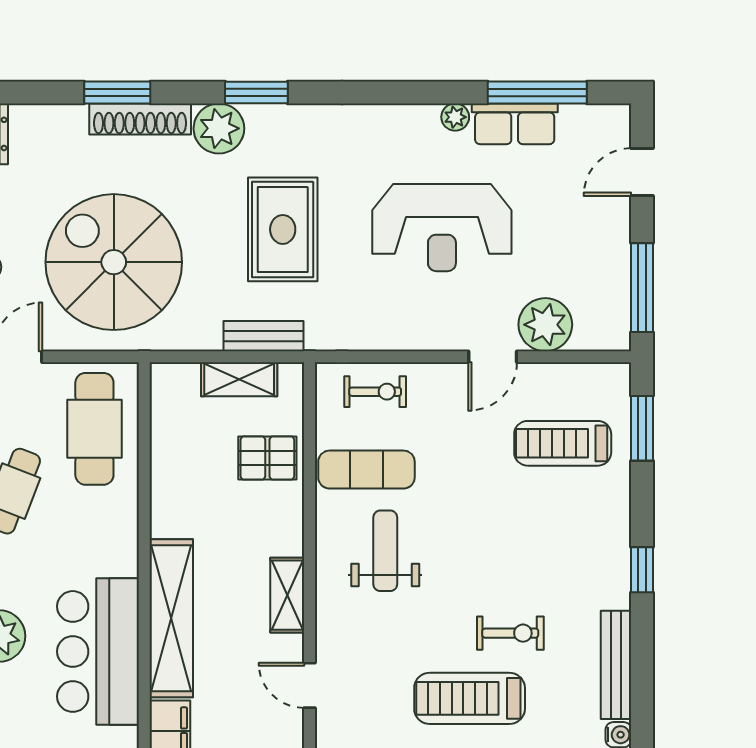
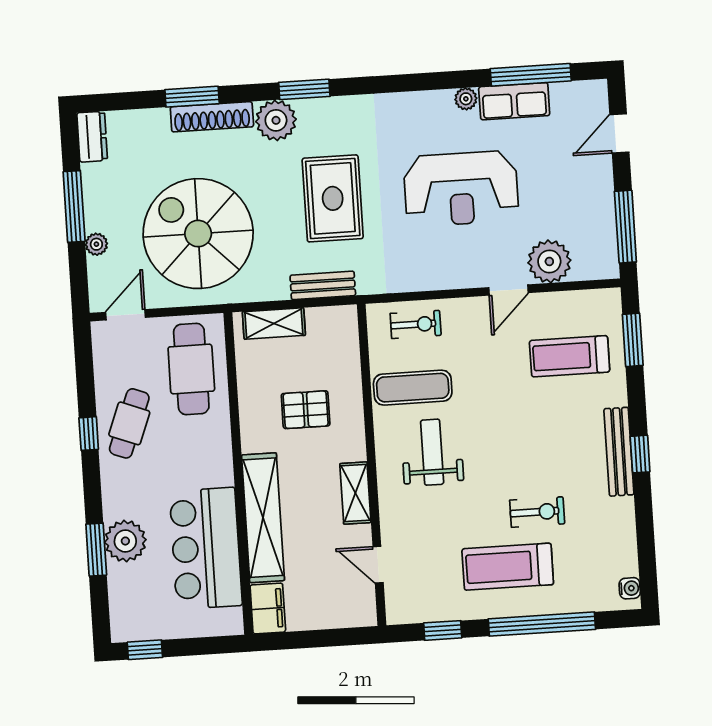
shelving: (239, 379) -> (274, 323), moved
pallet: (267, 458) -> (306, 410), moved
bench: (616, 665) -> (619, 452), moved

